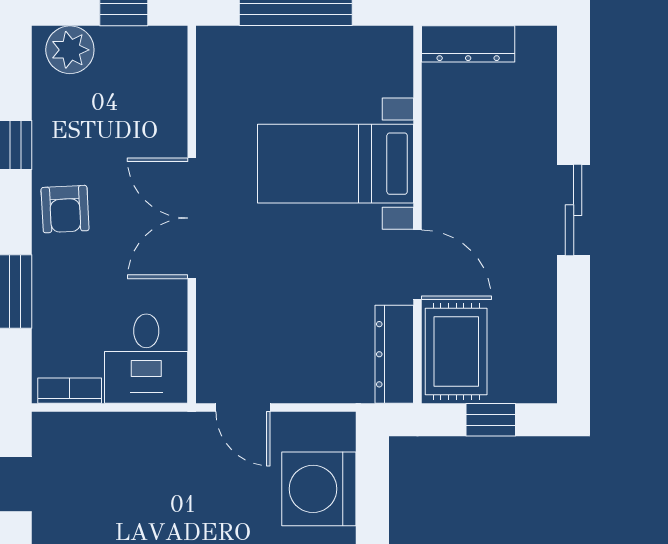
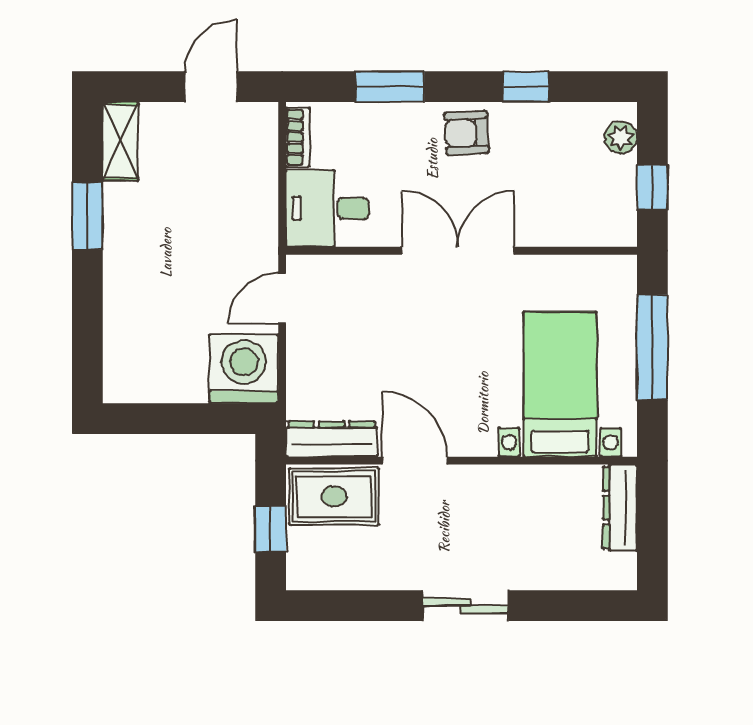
plant: (70, 50) -> (621, 137), width x0.73, depth x0.73
bed with nightstands: (335, 164) -> (560, 384), moved
door: (418, 265) -> (415, 461), swing flipped
washing machine: (319, 489) -> (244, 369), moved

